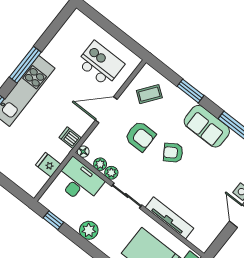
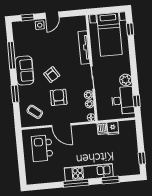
dishwasher: (70, 138) -> (102, 129), moved
desk: (79, 181) -> (123, 100), moved, turned 180

